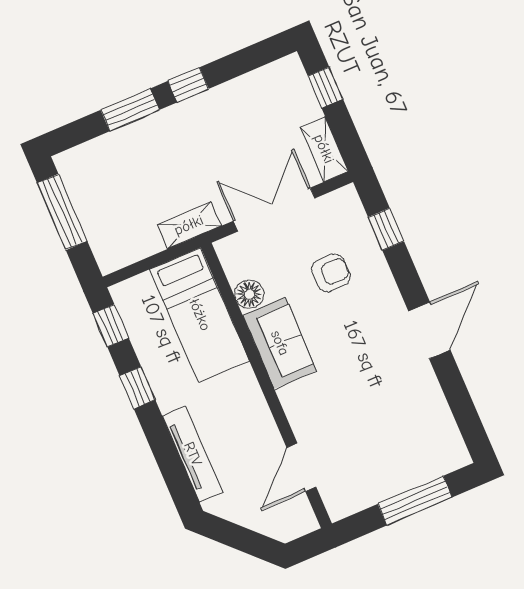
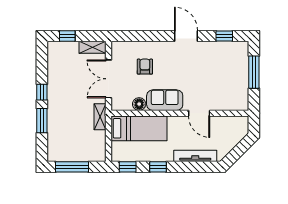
window: (386, 229) -> (224, 36), moved
door: (301, 467) -> (199, 113), moved

